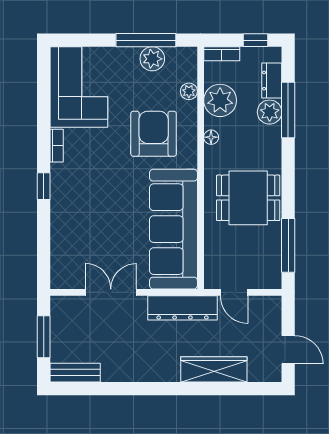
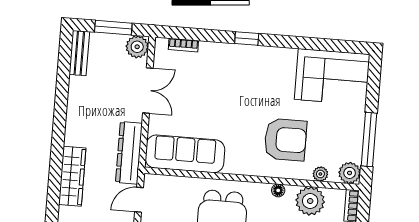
plant: (152, 59) -> (350, 173), moved
bookcase: (57, 146) -> (183, 45), moved
sofa: (173, 229) -> (185, 154), width x0.74, depth x0.79
plant: (63, 308) -> (137, 47), added

